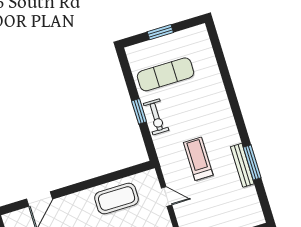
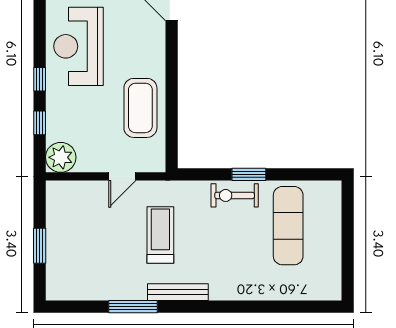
window: (160, 32) -> (348, 236), removed
treadmill: (198, 159) -> (160, 235), turned -90
bench: (242, 165) -> (178, 292), moved

